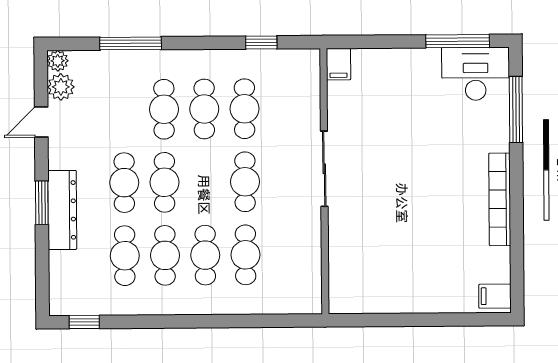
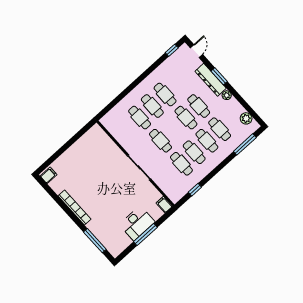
window: (458, 41) -> (145, 235), moved
window: (131, 43) -> (245, 144), moved
plant: (58, 61) -> (227, 95), moved
desk: (476, 74) -> (137, 223), moved
door: (41, 122) -> (196, 51), moved
cafe table: (125, 256) -> (220, 129), moved

